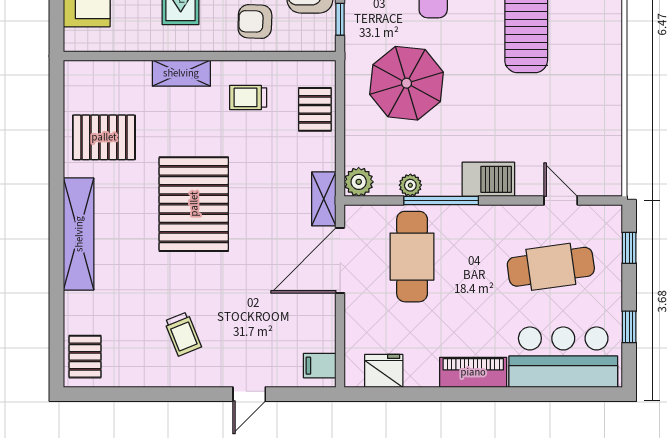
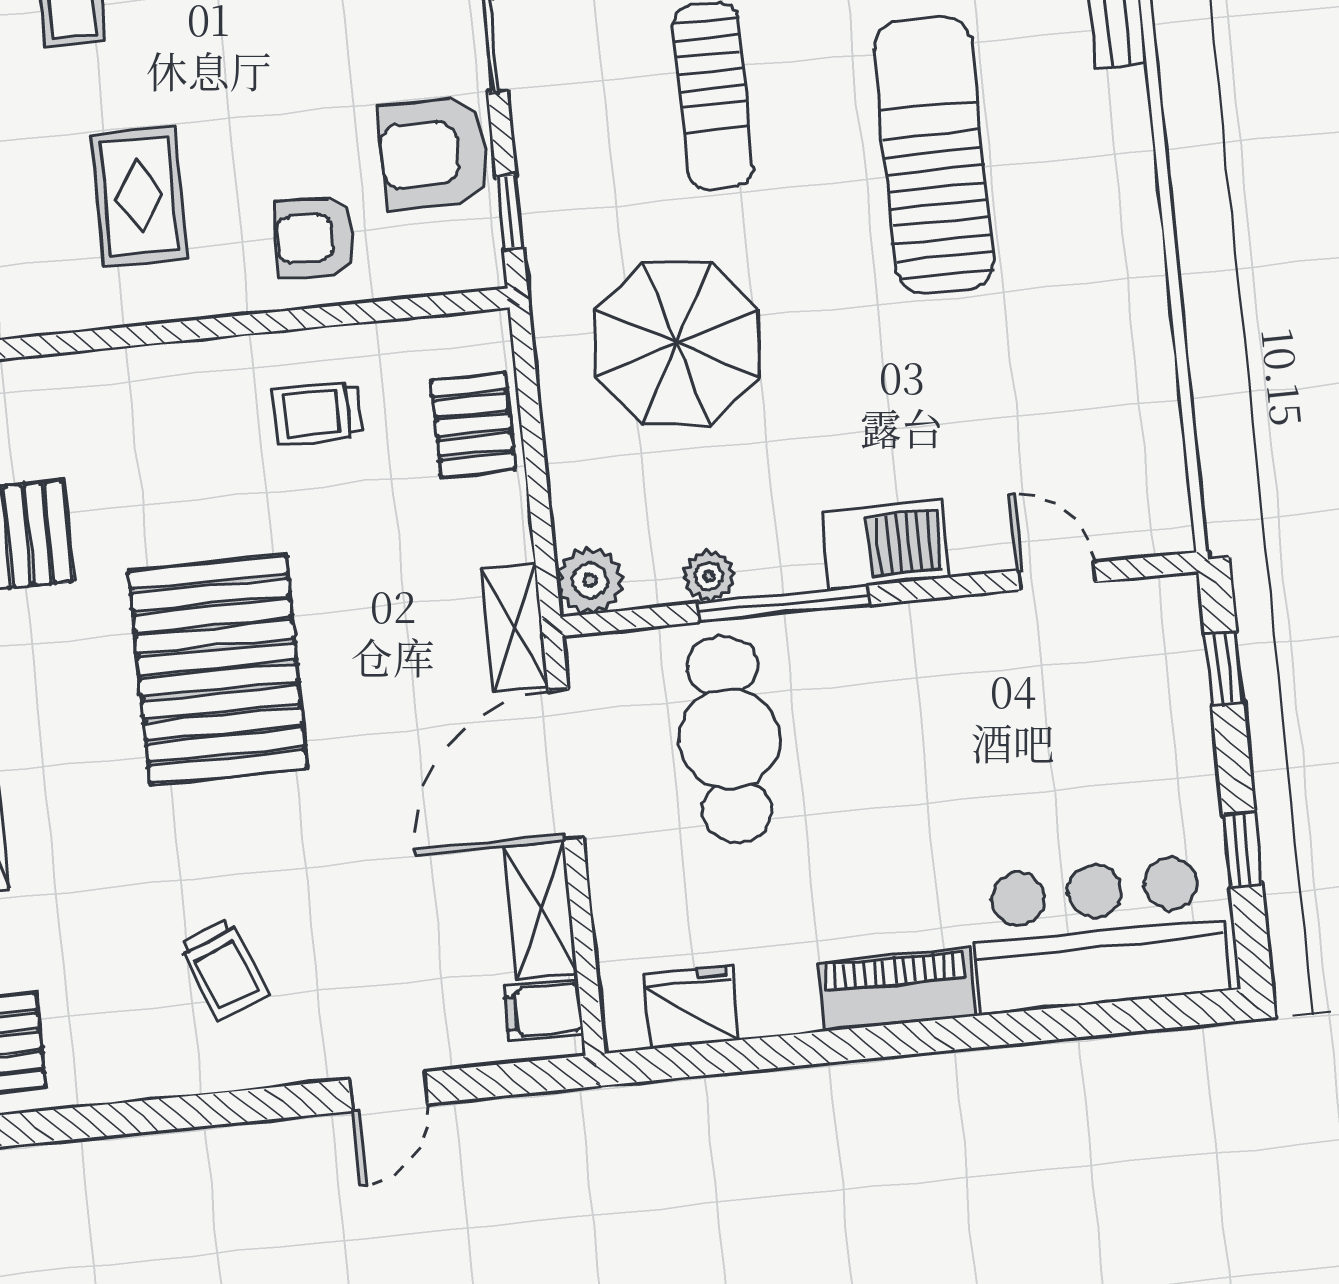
shelving: (181, 73) -> (541, 910), moved, turned 90
cafe table: (551, 267) -> (1049, 730), removed

